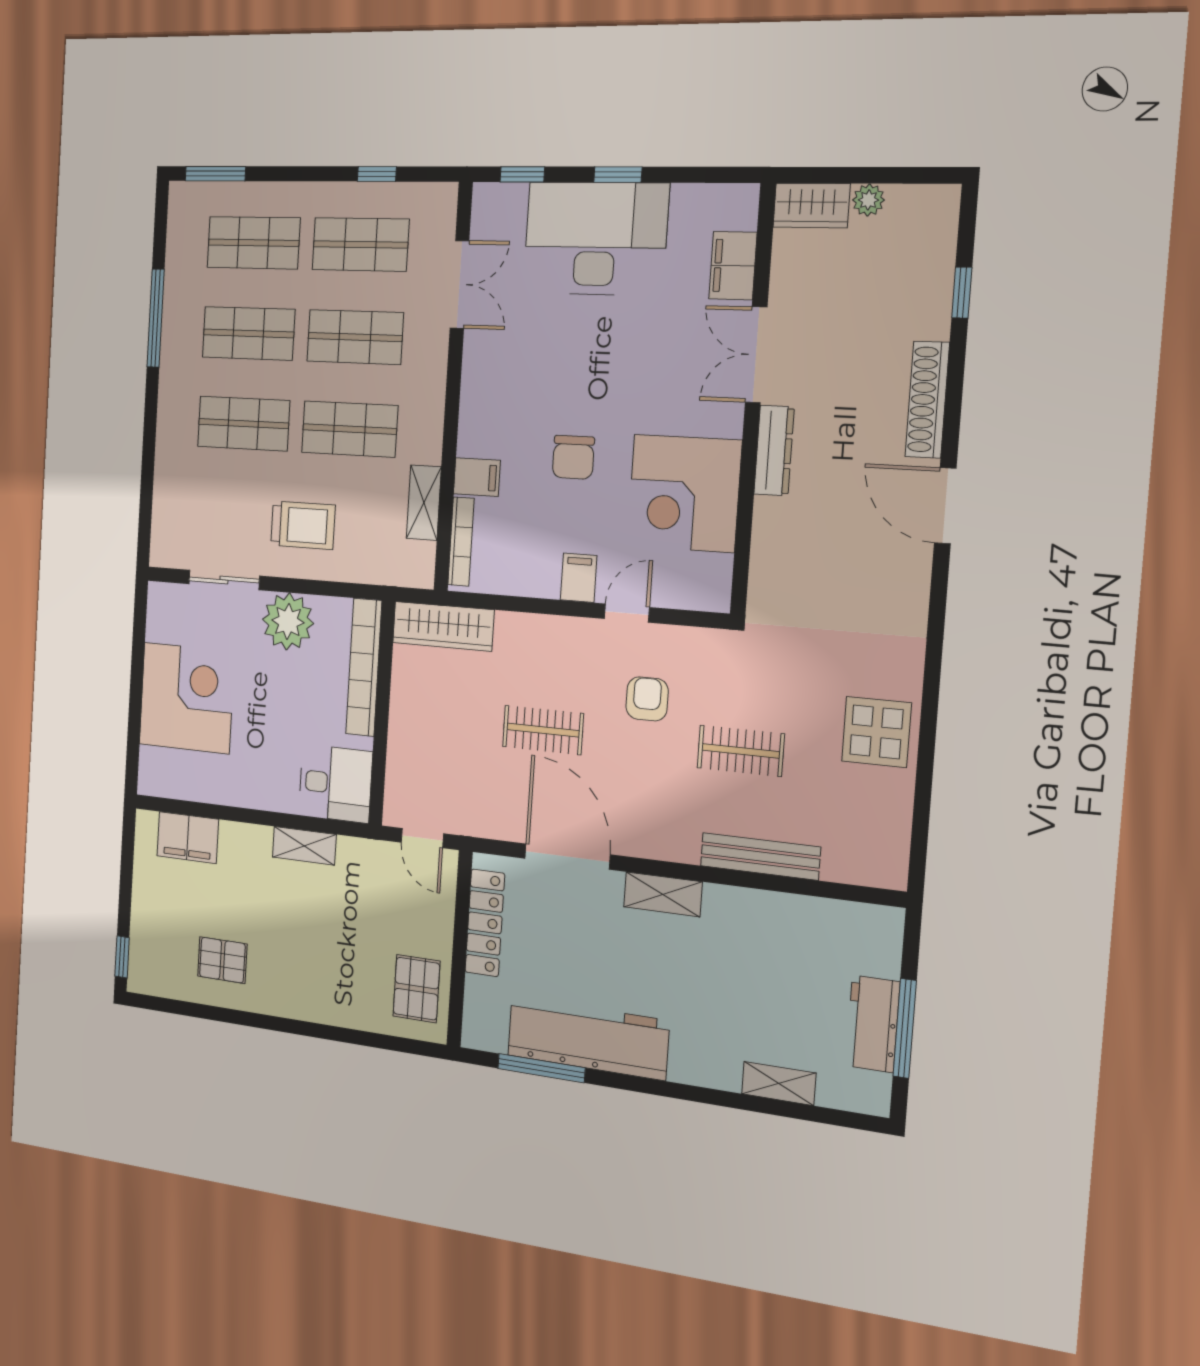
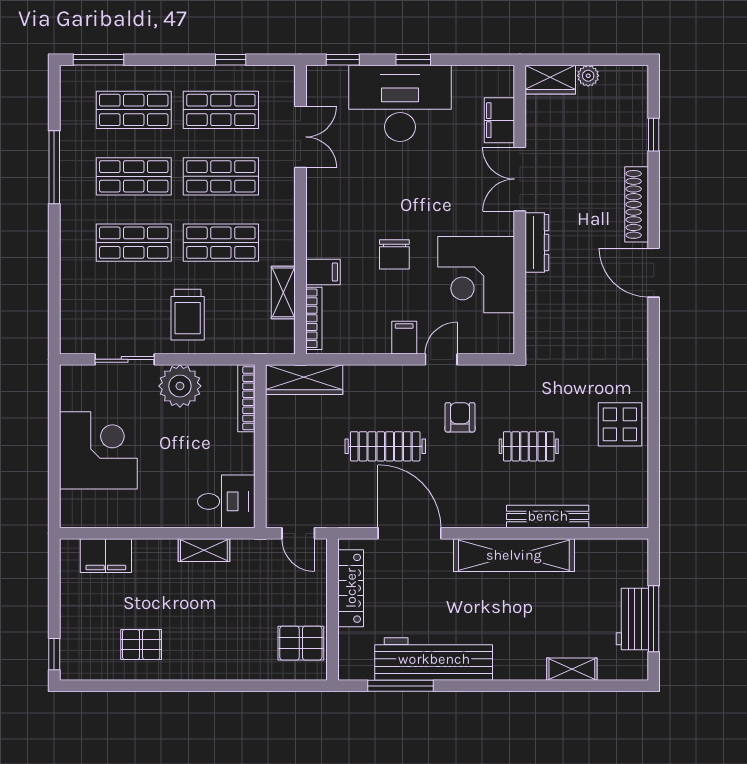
trolley: (303, 525) -> (188, 315), turned 90
bookcase: (364, 667) -> (246, 398), width x0.68, depth x0.76
clothes rail: (543, 730) -> (385, 446), width x1.36
shelving: (663, 894) -> (514, 555), width x2.20, depth x1.33
pallet: (416, 989) -> (301, 643), turned 90

